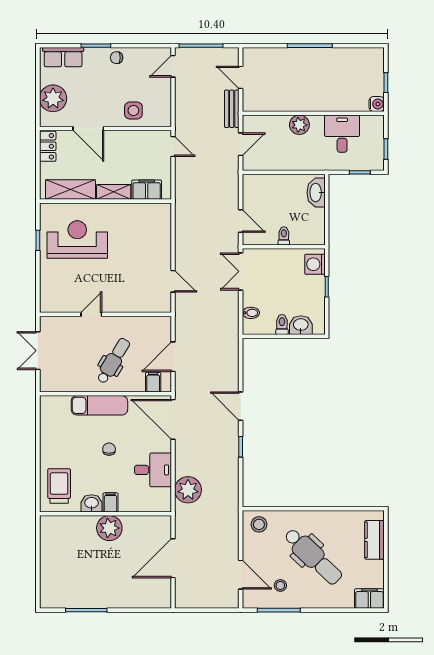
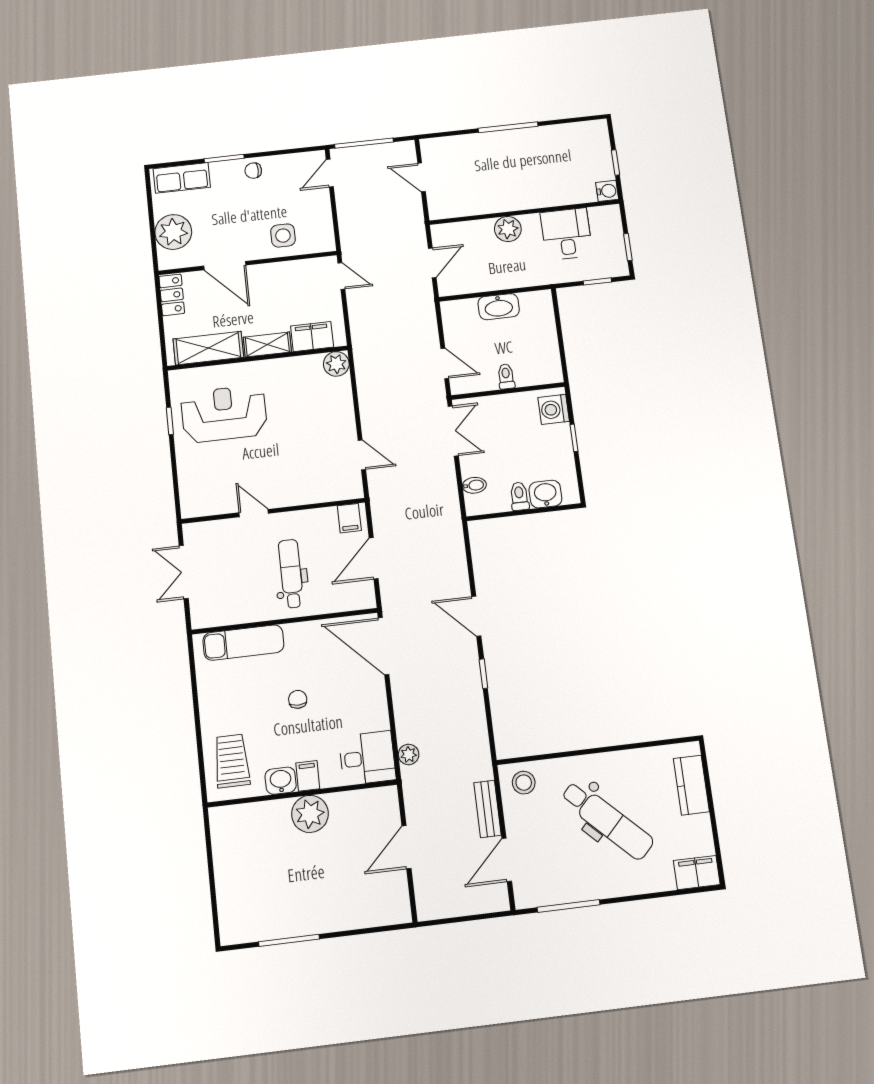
bench: (232, 109) -> (487, 809), moved
washbasin: (316, 193) -> (499, 307), moved, turned -90
plant: (162, 212) -> (336, 364), added
double door: (241, 271) -> (453, 431), swing flipped
door: (91, 314) -> (254, 513), hinge flipped
dental chair: (113, 361) -> (291, 574), turned -31
filing cabinet: (153, 382) -> (349, 518), moved, turned 180
exam couch: (99, 405) -> (243, 643), moved
desk: (153, 470) -> (367, 758), moved
plant: (188, 490) -> (409, 755), width x0.53, depth x0.53
door: (173, 558) -> (406, 847), width x0.73
door: (241, 575) -> (507, 860), swing flipped
stool: (280, 585) -> (566, 869), removed

